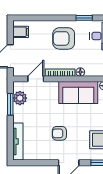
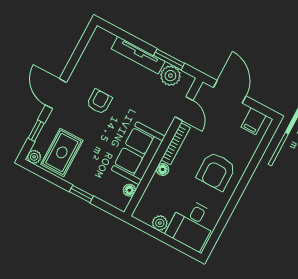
window: (84, 18) -> (228, 211), removed
armchair: (64, 38) -> (216, 171), turned 180
tv unit: (18, 142) -> (138, 55), moved

